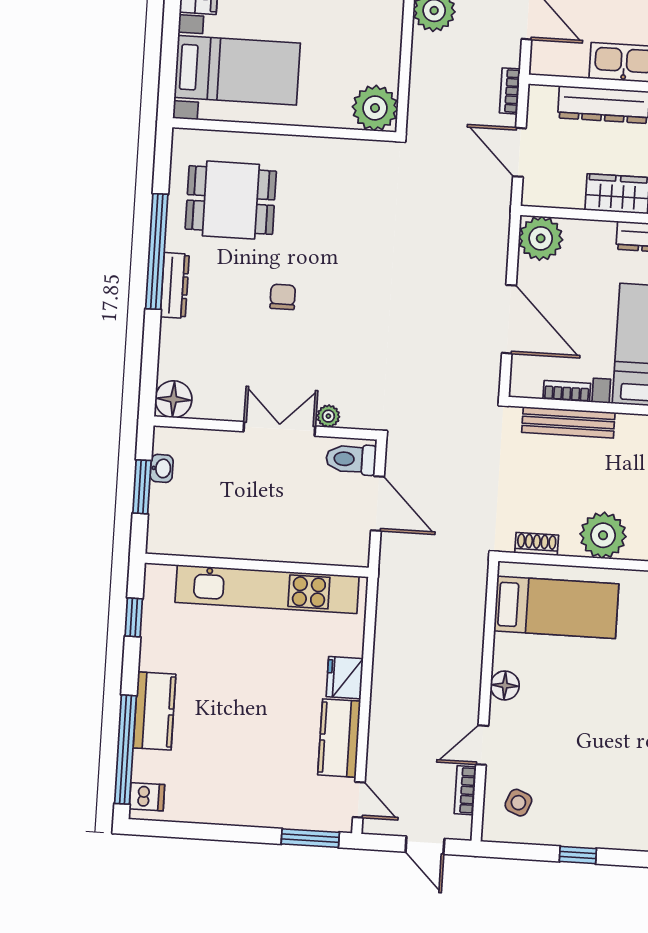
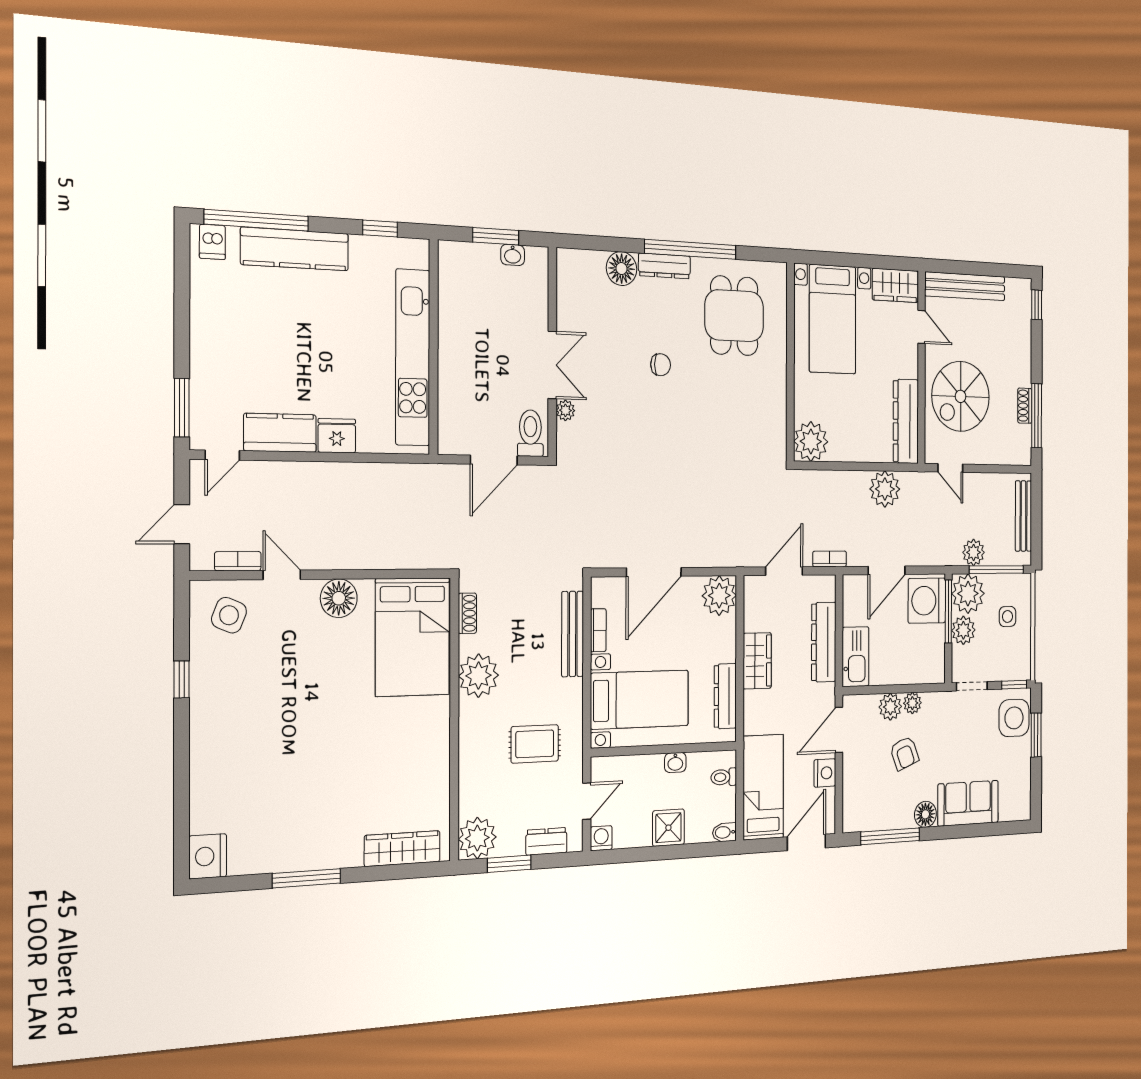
floor lamp: (173, 399) -> (622, 269), moved
bed: (556, 607) -> (412, 637), width x1.50
floor lamp: (505, 685) -> (339, 598), width x1.38, depth x1.38
kitchen counter: (154, 711) -> (295, 249), width x1.50
side table: (518, 803) -> (229, 615), width x1.37, depth x1.37

